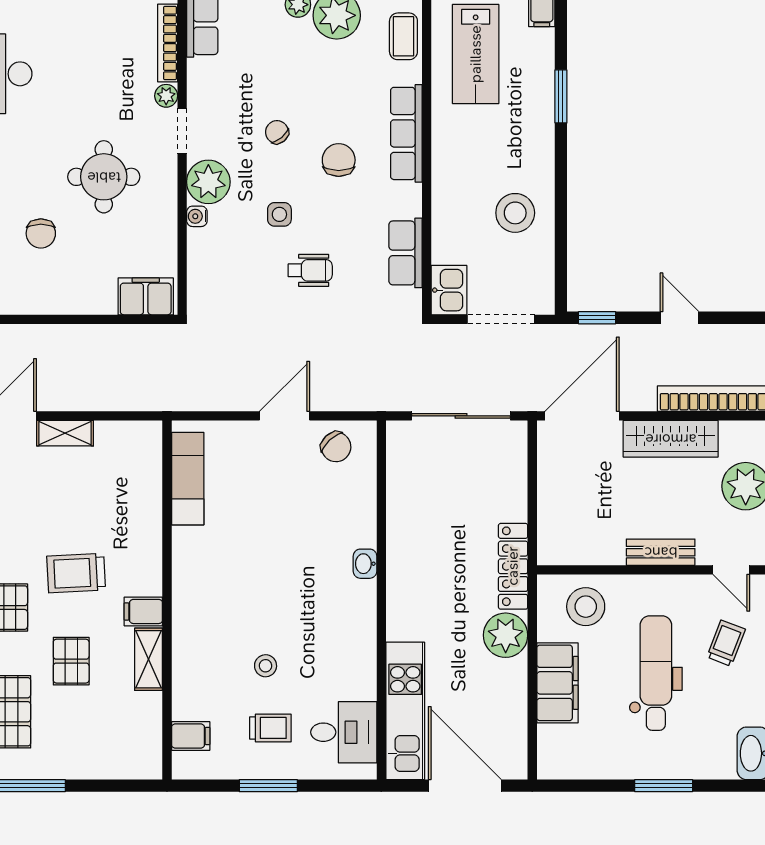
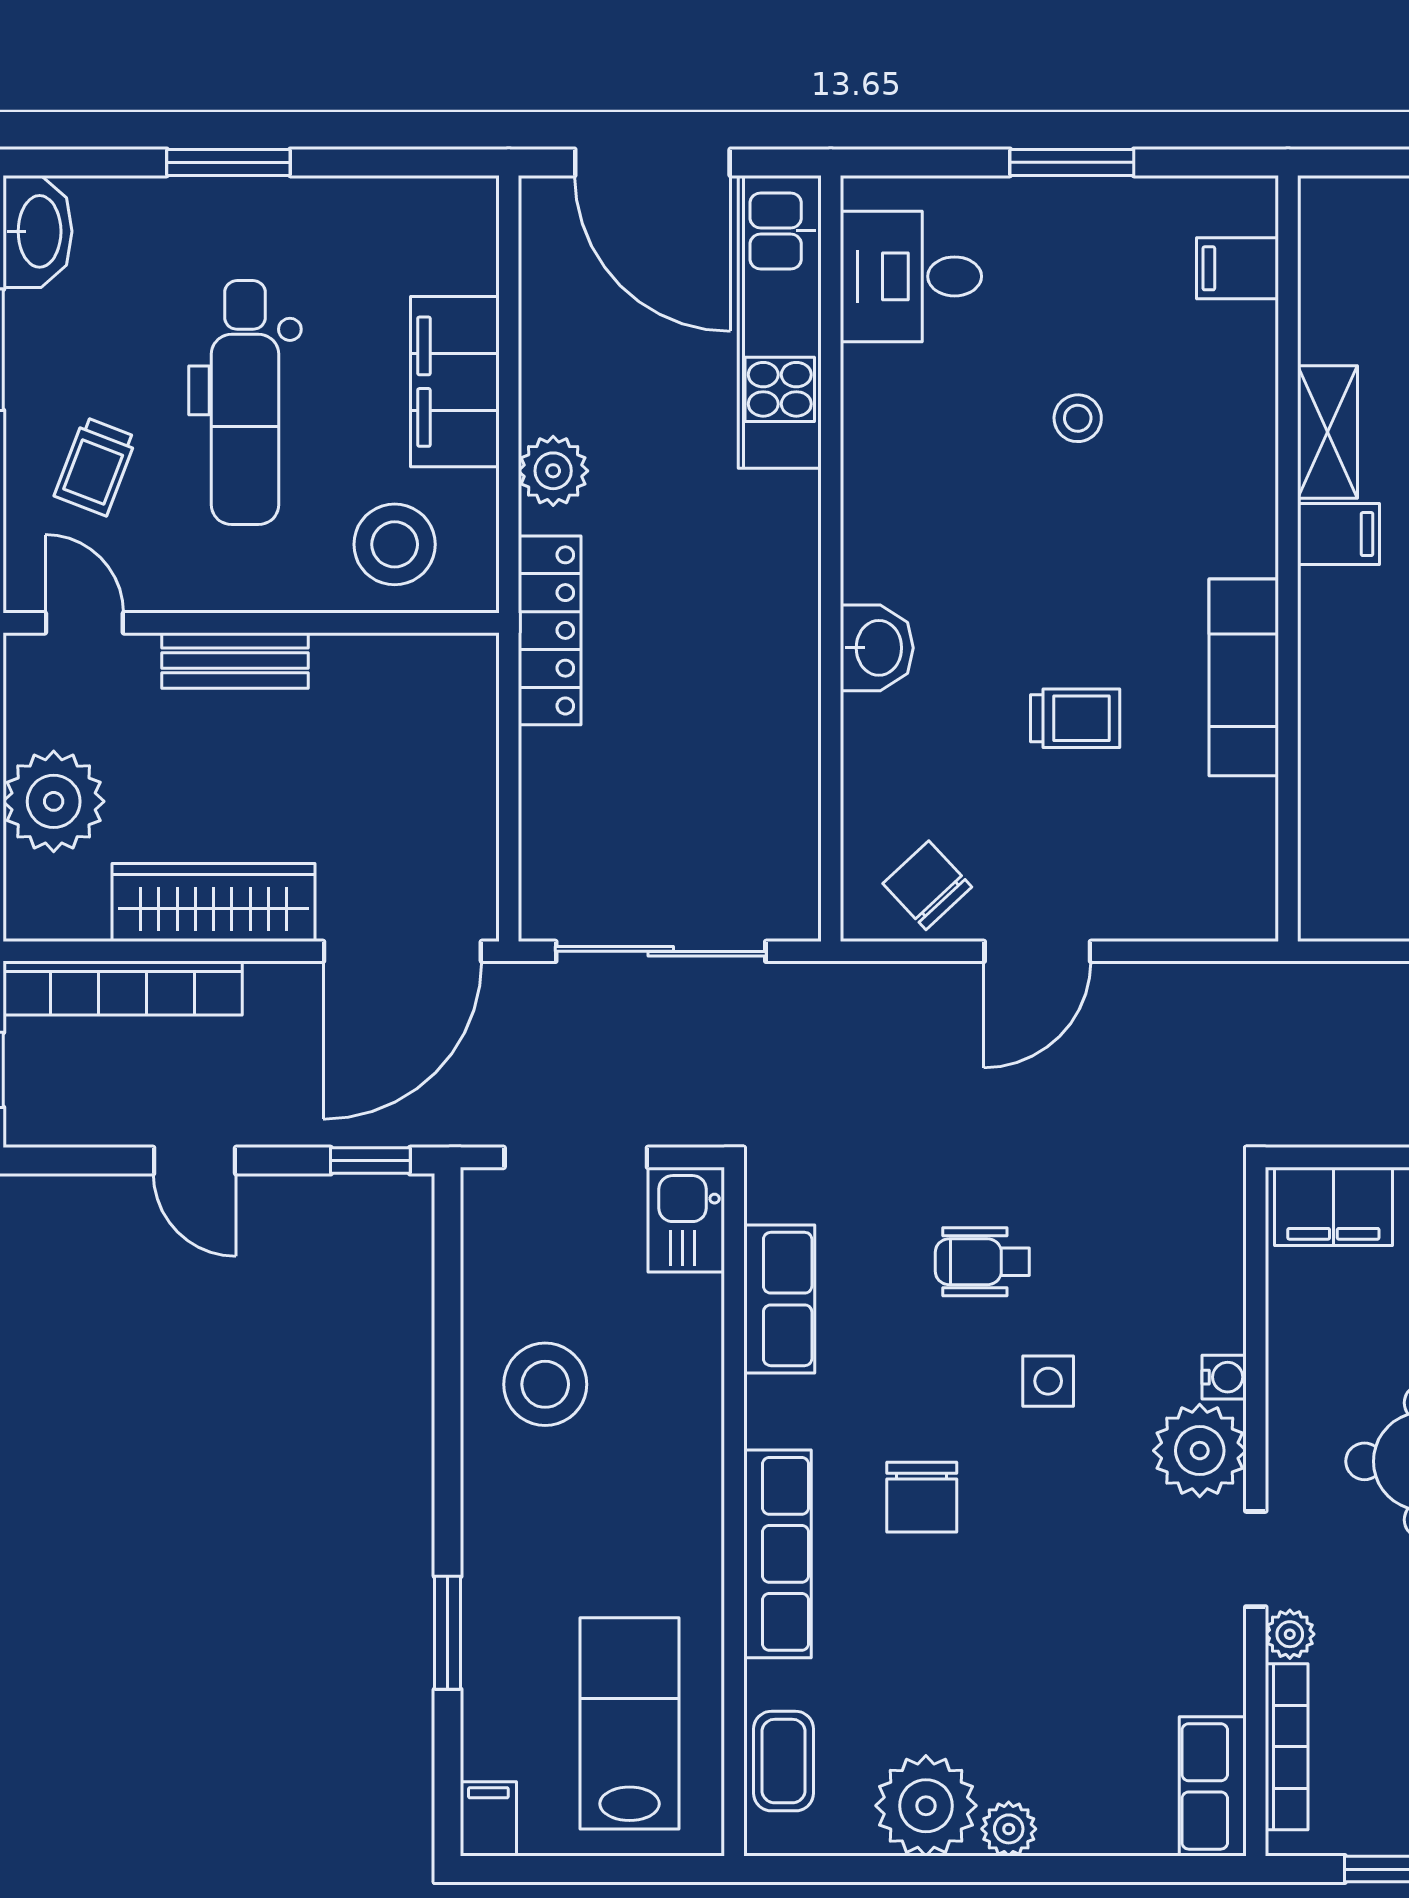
chair: (277, 132) -> (1053, 1557), removed
exam couch: (188, 479) -> (1244, 677), moved
washbasin: (365, 564) -> (877, 648), width x1.38, depth x1.45
plant: (506, 635) -> (553, 471), width x0.73, depth x0.73
trolley: (270, 728) -> (1075, 718), moved, turned 180

